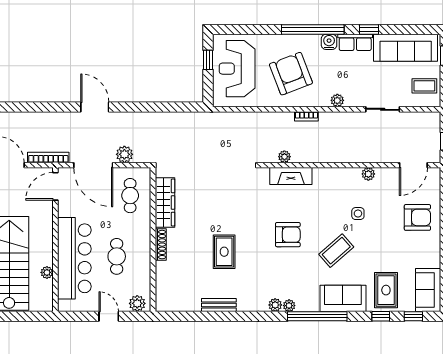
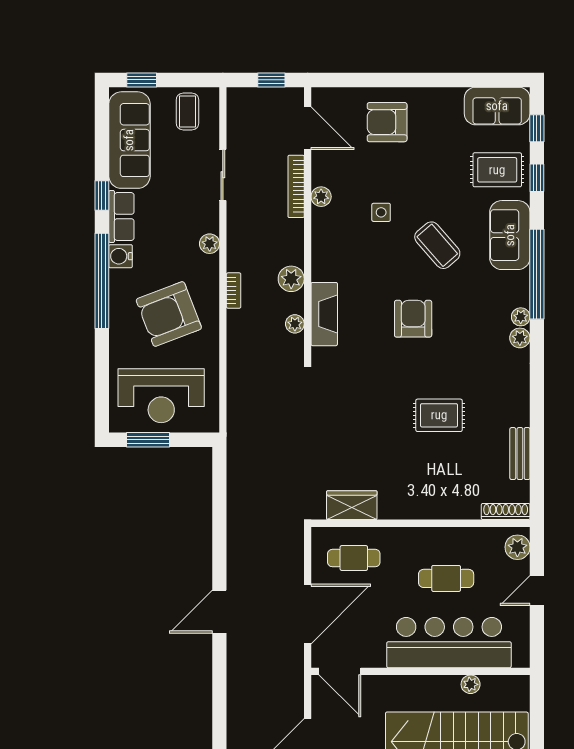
window: (208, 60) -> (148, 440), width x1.50
plant: (124, 154) -> (291, 279), moved
bookcase: (48, 158) -> (296, 186), moved
wardrobe: (165, 202) -> (352, 505), width x0.67
armchair: (417, 217) -> (387, 122), turned -90
shoe rack: (161, 245) -> (506, 512), moved
bench: (219, 305) -> (520, 454), moved

